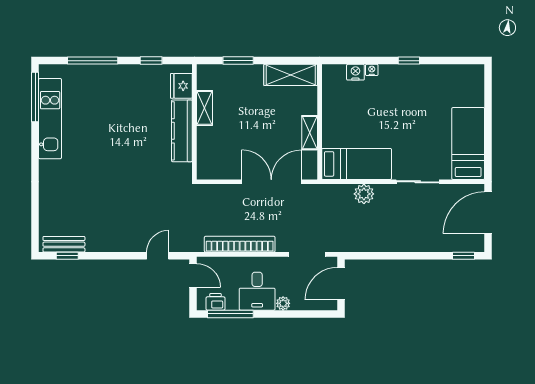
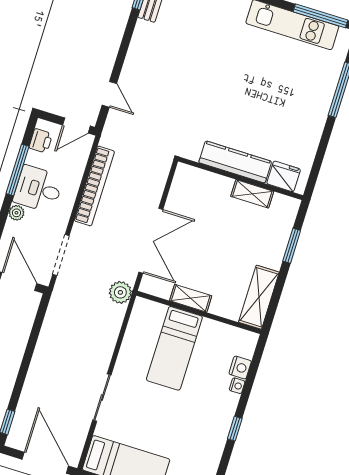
window: (151, 61) -> (321, 152), removed
bed: (357, 164) -> (174, 348), moved
plant: (364, 194) -> (120, 292), moved
window: (230, 314) -> (18, 170), moved

